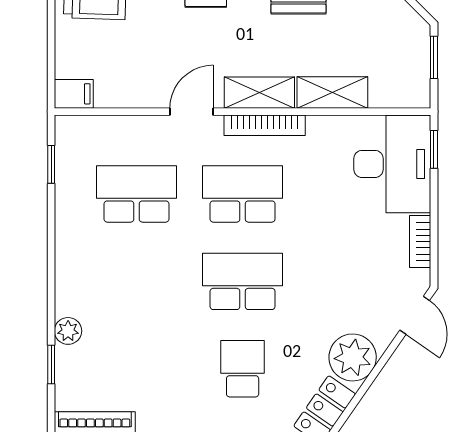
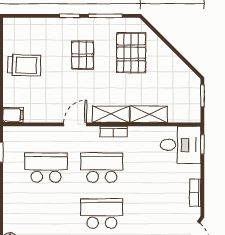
bookcase: (265, 125) -> (113, 132), width x0.64
desk: (392, 164) -> (181, 145), width x0.73

